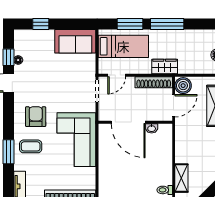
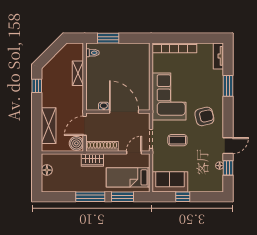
window: (41, 24) -> (183, 197), moved
armchair: (36, 117) -> (204, 116), turned -103
coffee table: (31, 146) -> (177, 140), moved
shelving: (181, 178) -> (78, 73), moved

